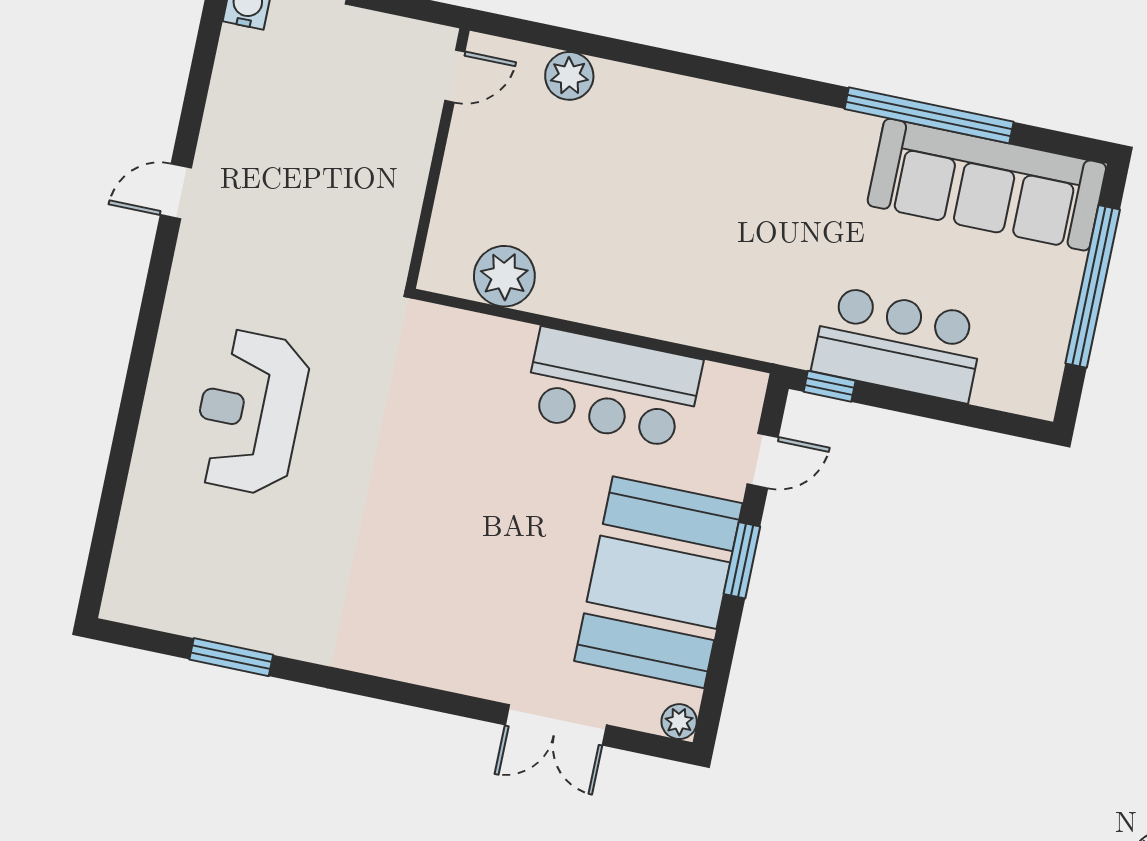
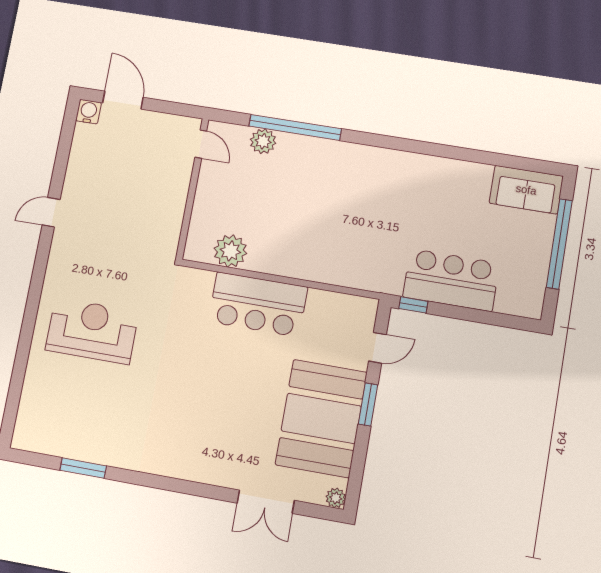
door: (455, 76) -> (201, 144), hinge flipped
window: (929, 115) -> (295, 127), moved
sofa: (987, 185) -> (526, 190), width x0.54, depth x0.79
bar counter: (613, 388) -> (258, 304), moved
reception desk: (250, 412) -> (92, 331), turned 90

